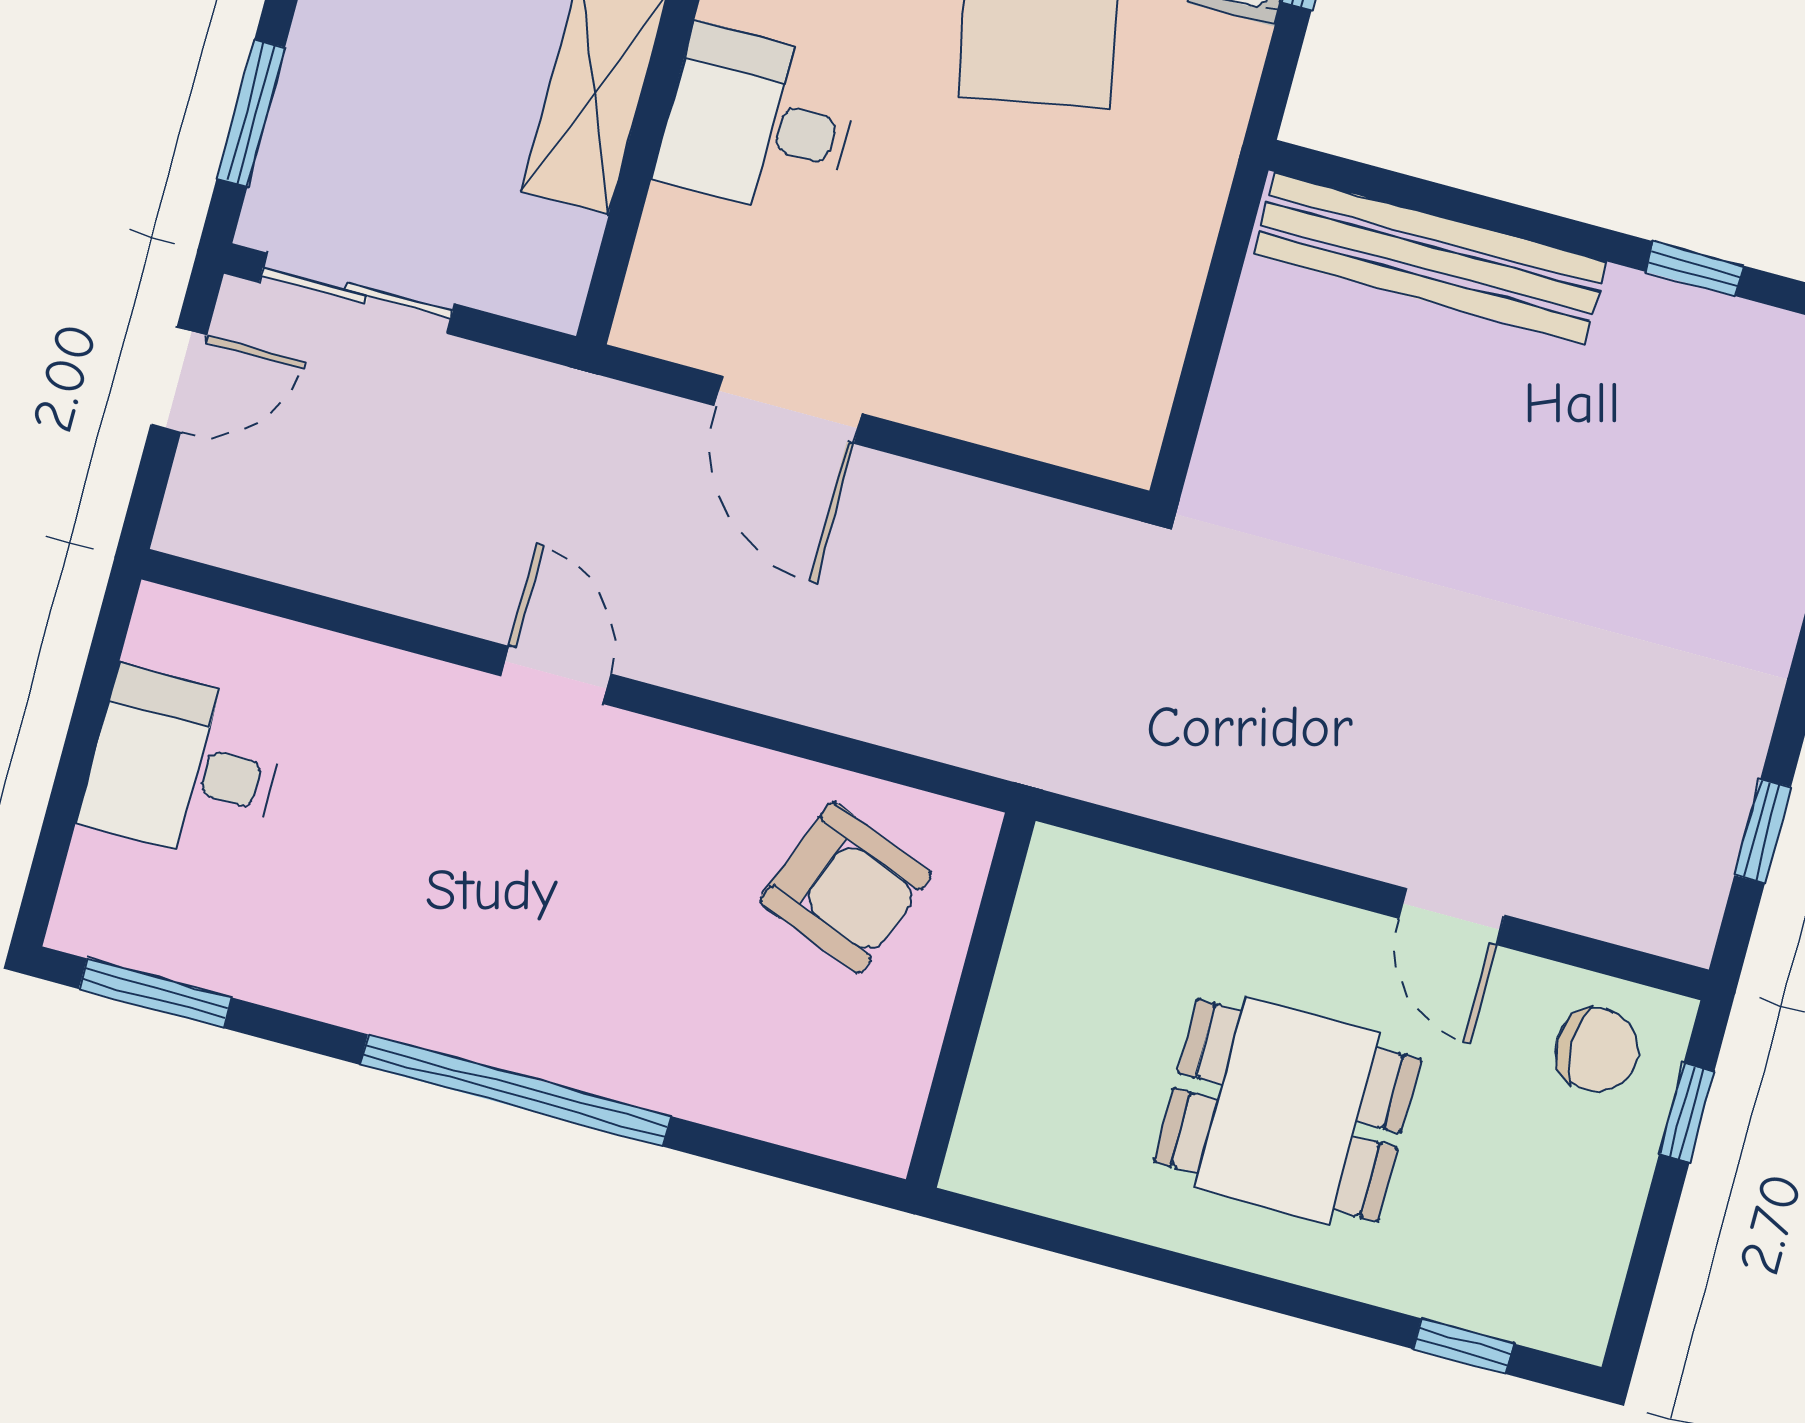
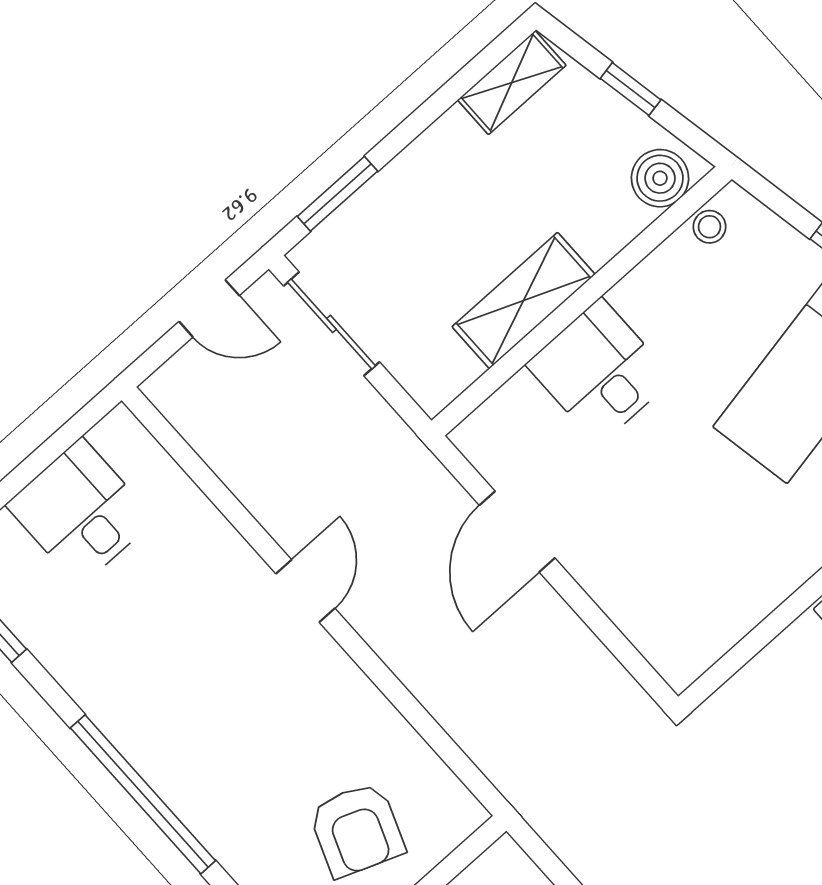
armchair: (845, 888) -> (357, 830), moved

